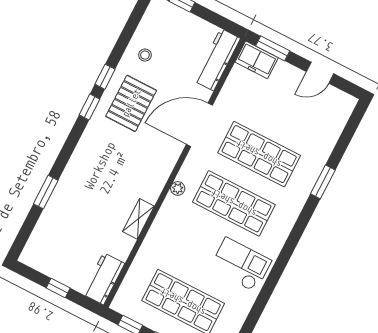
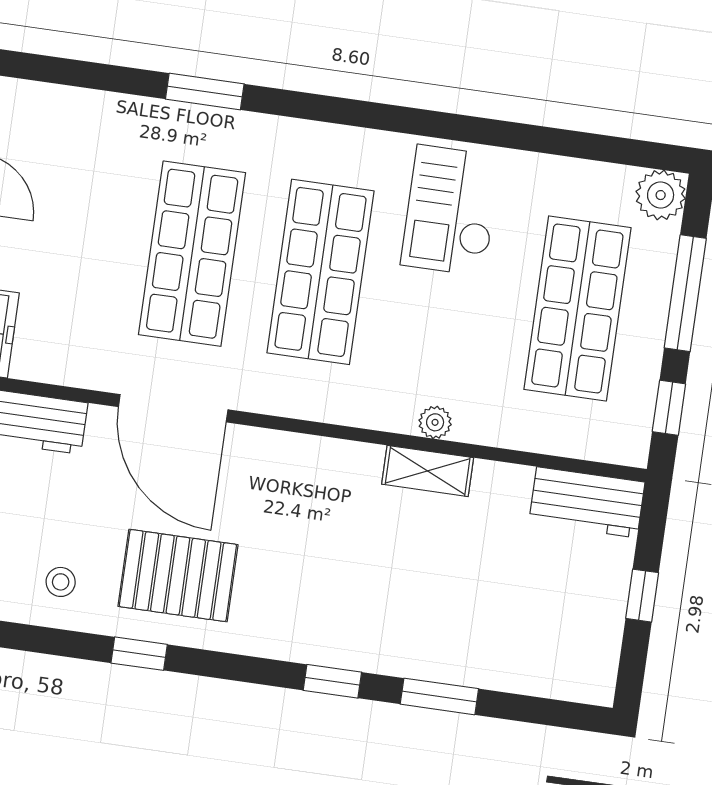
window: (89, 107) -> (332, 681), moved
plant: (178, 188) -> (435, 422), moved

